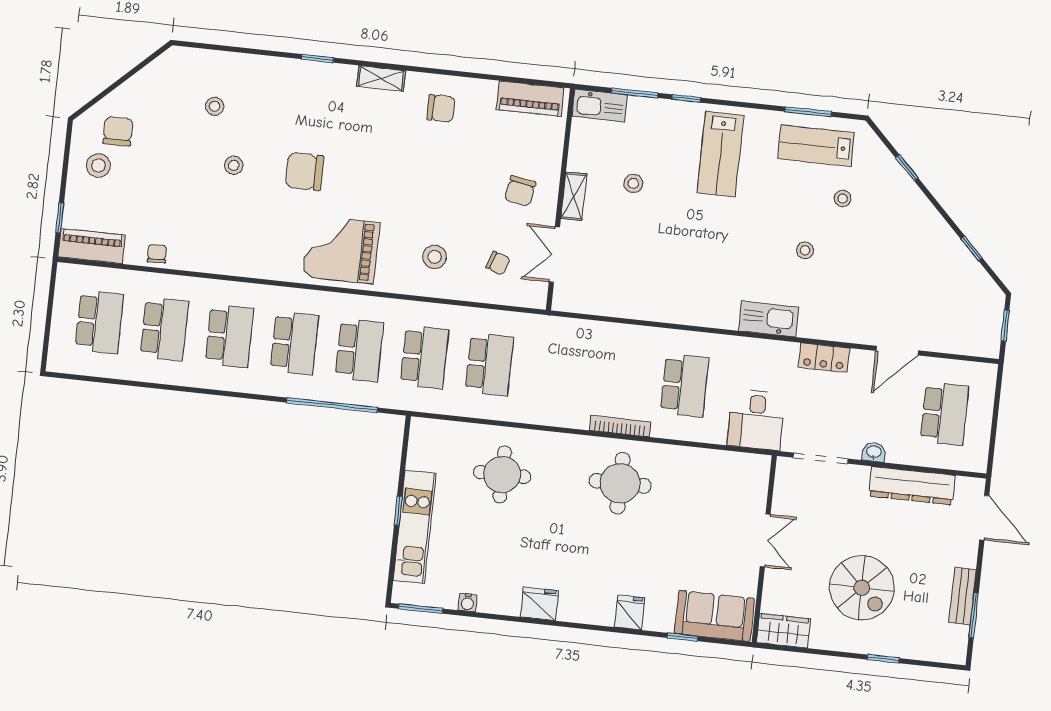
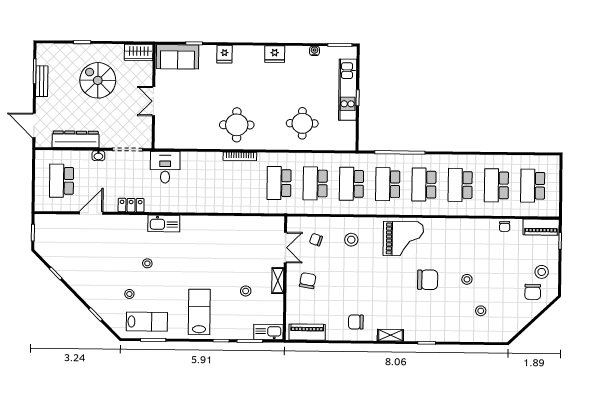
school desk: (684, 385) -> (279, 183), moved

